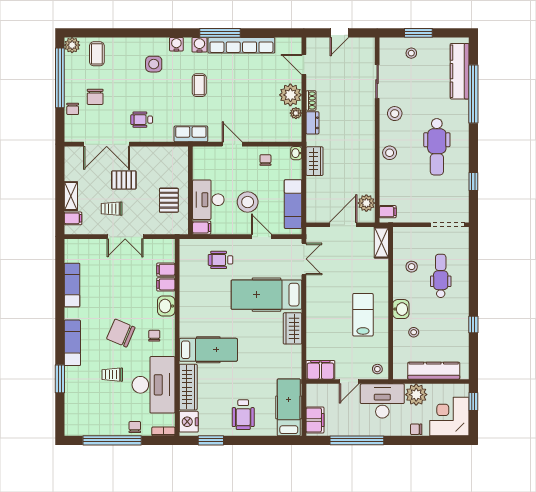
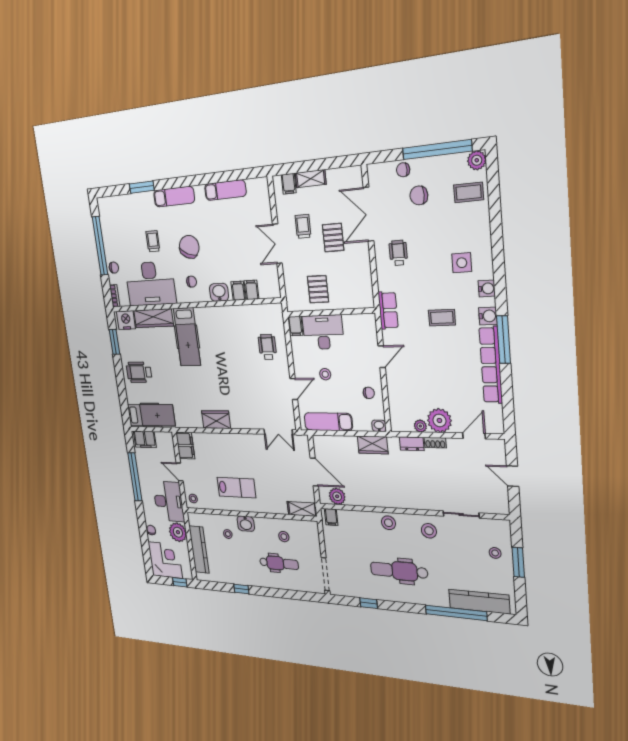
pallet: (169, 200) -> (318, 289), turned 90
stool: (248, 202) -> (325, 374), width x0.53, depth x0.53
hospital bed: (267, 295) -> (242, 394), removed

